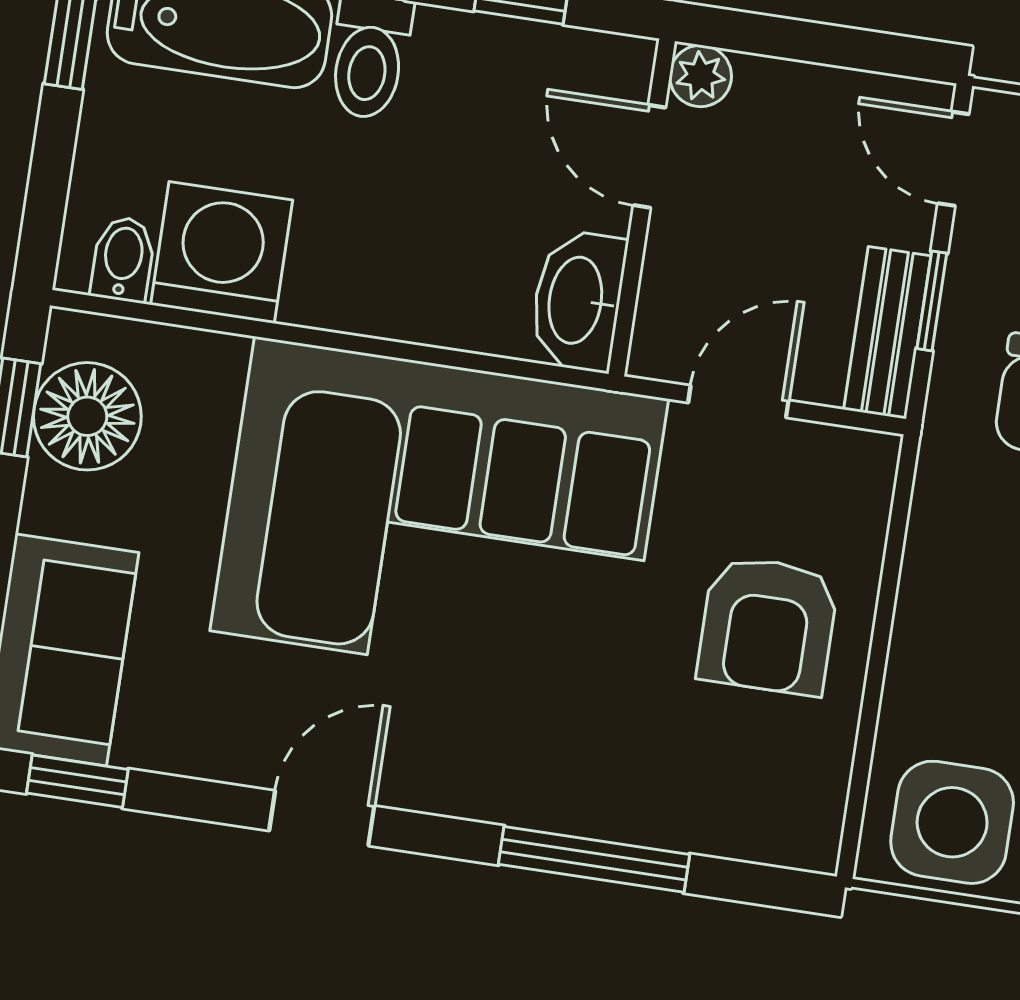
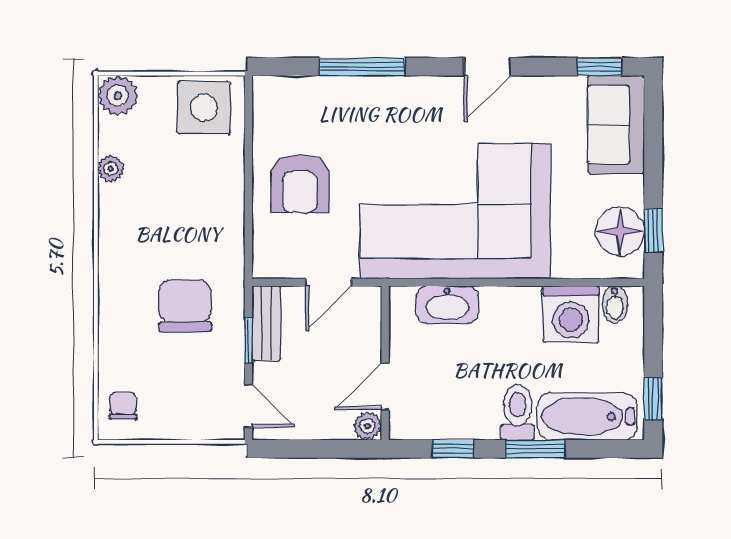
door: (649, 156) -> (385, 386), swing flipped
washbasin: (578, 301) -> (447, 305), moved, turned 90
armchair: (768, 625) -> (300, 184), turned 180

